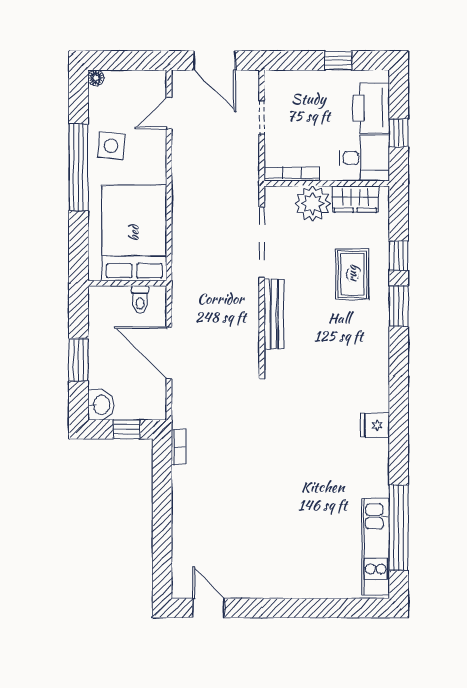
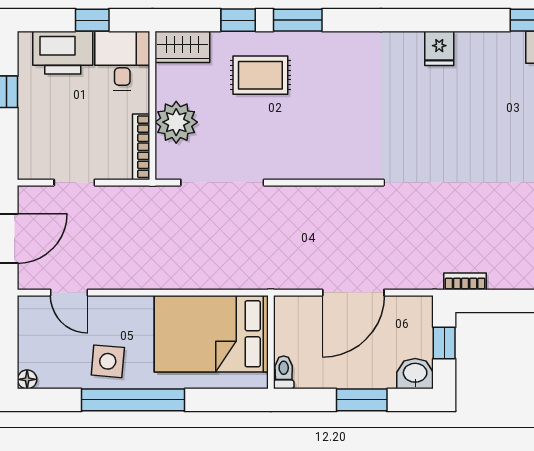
wardrobe: (355, 199) -> (182, 47), moved, turned 90
toilet: (140, 299) -> (284, 372), moved, turned -90
bench: (274, 314) -> (307, 168), removed

